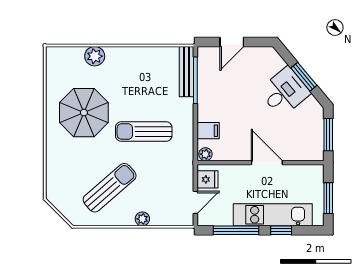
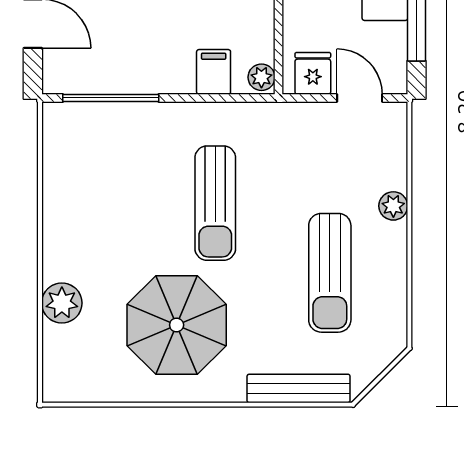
bench: (187, 72) -> (299, 388), moved
sun lounger: (110, 188) -> (330, 273), turned -139

